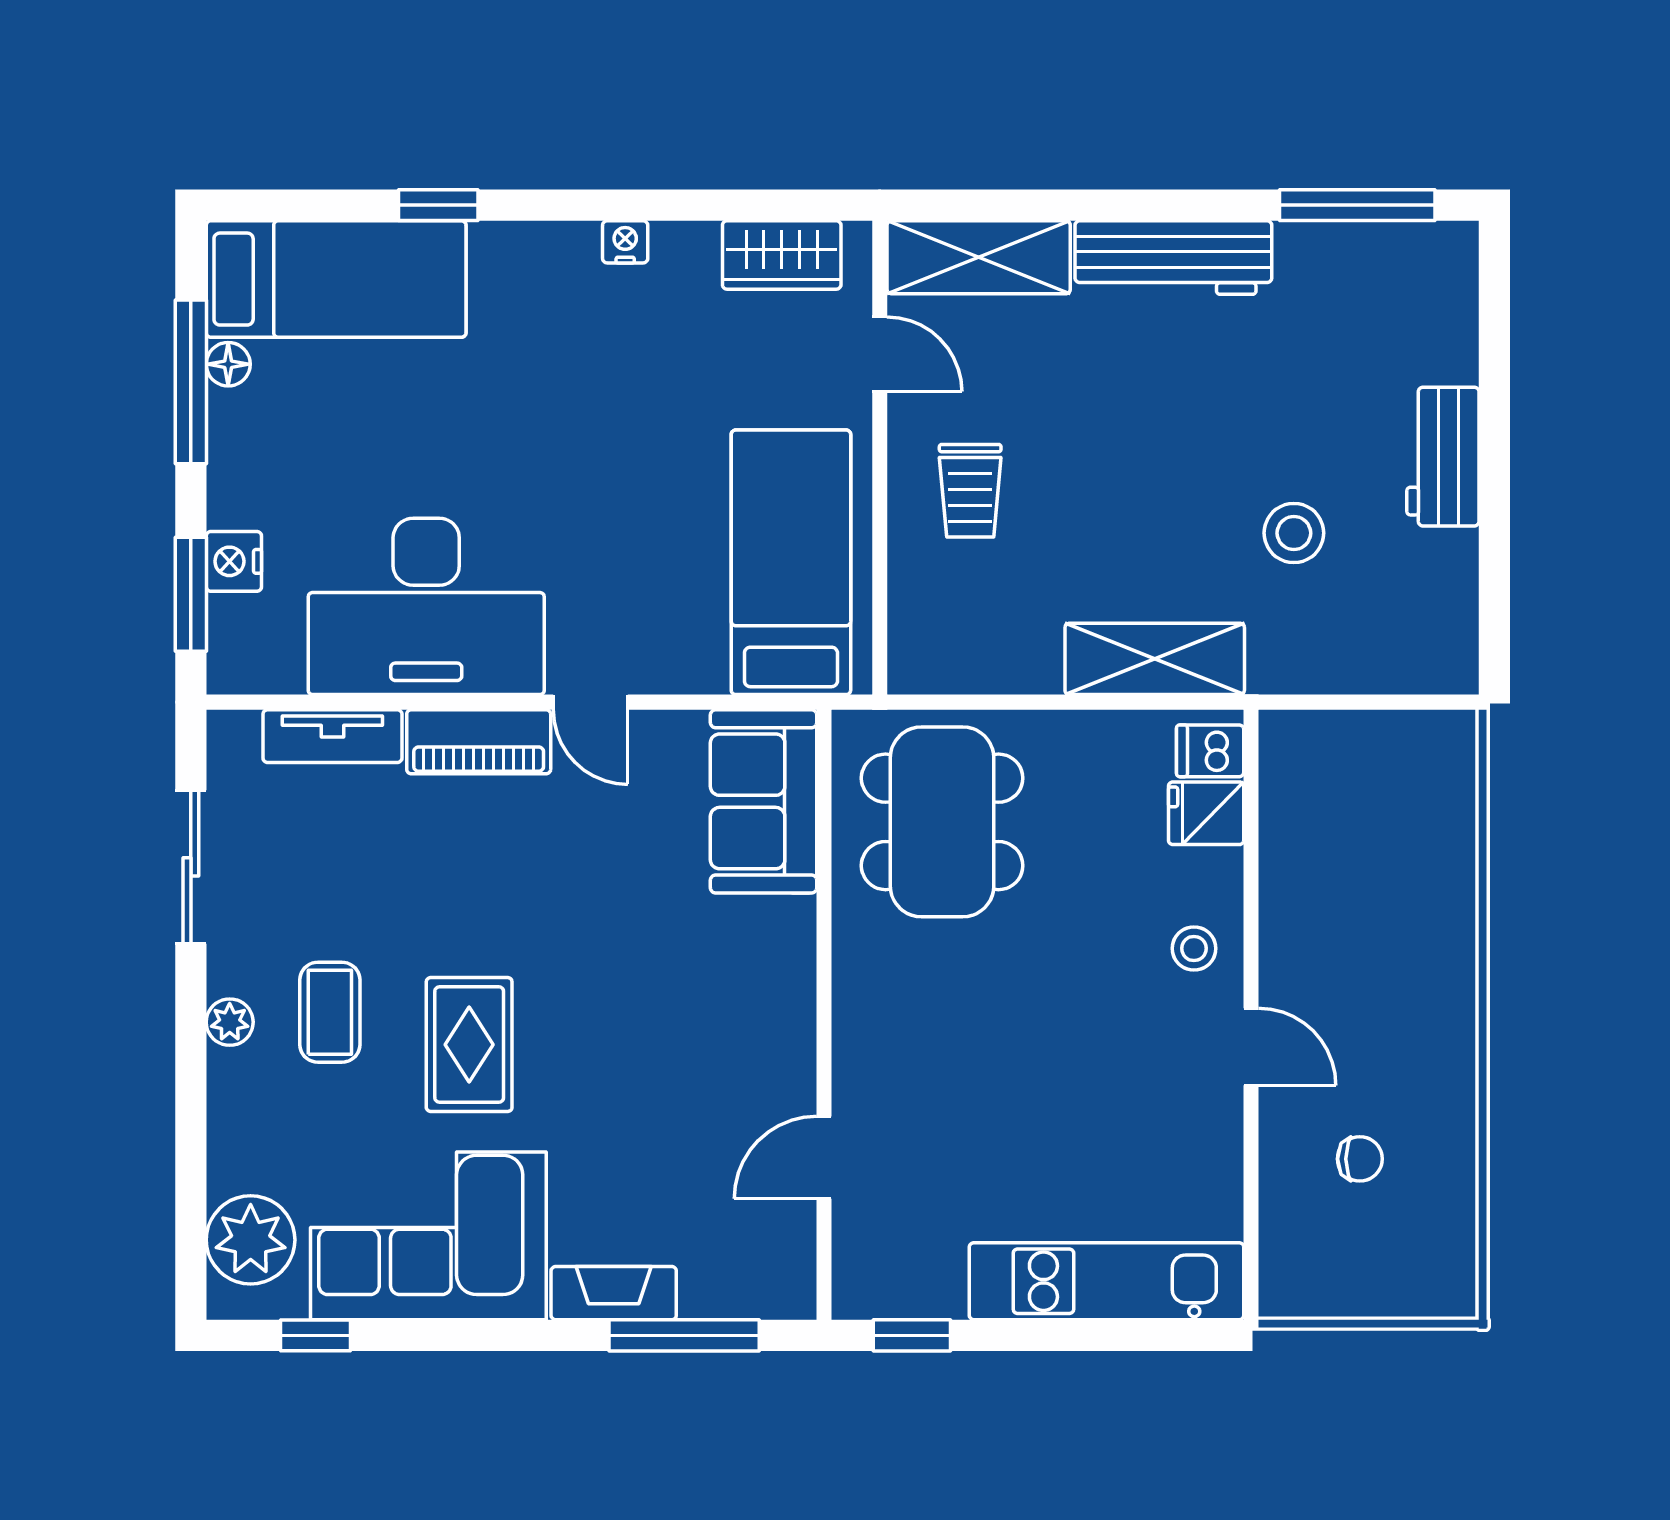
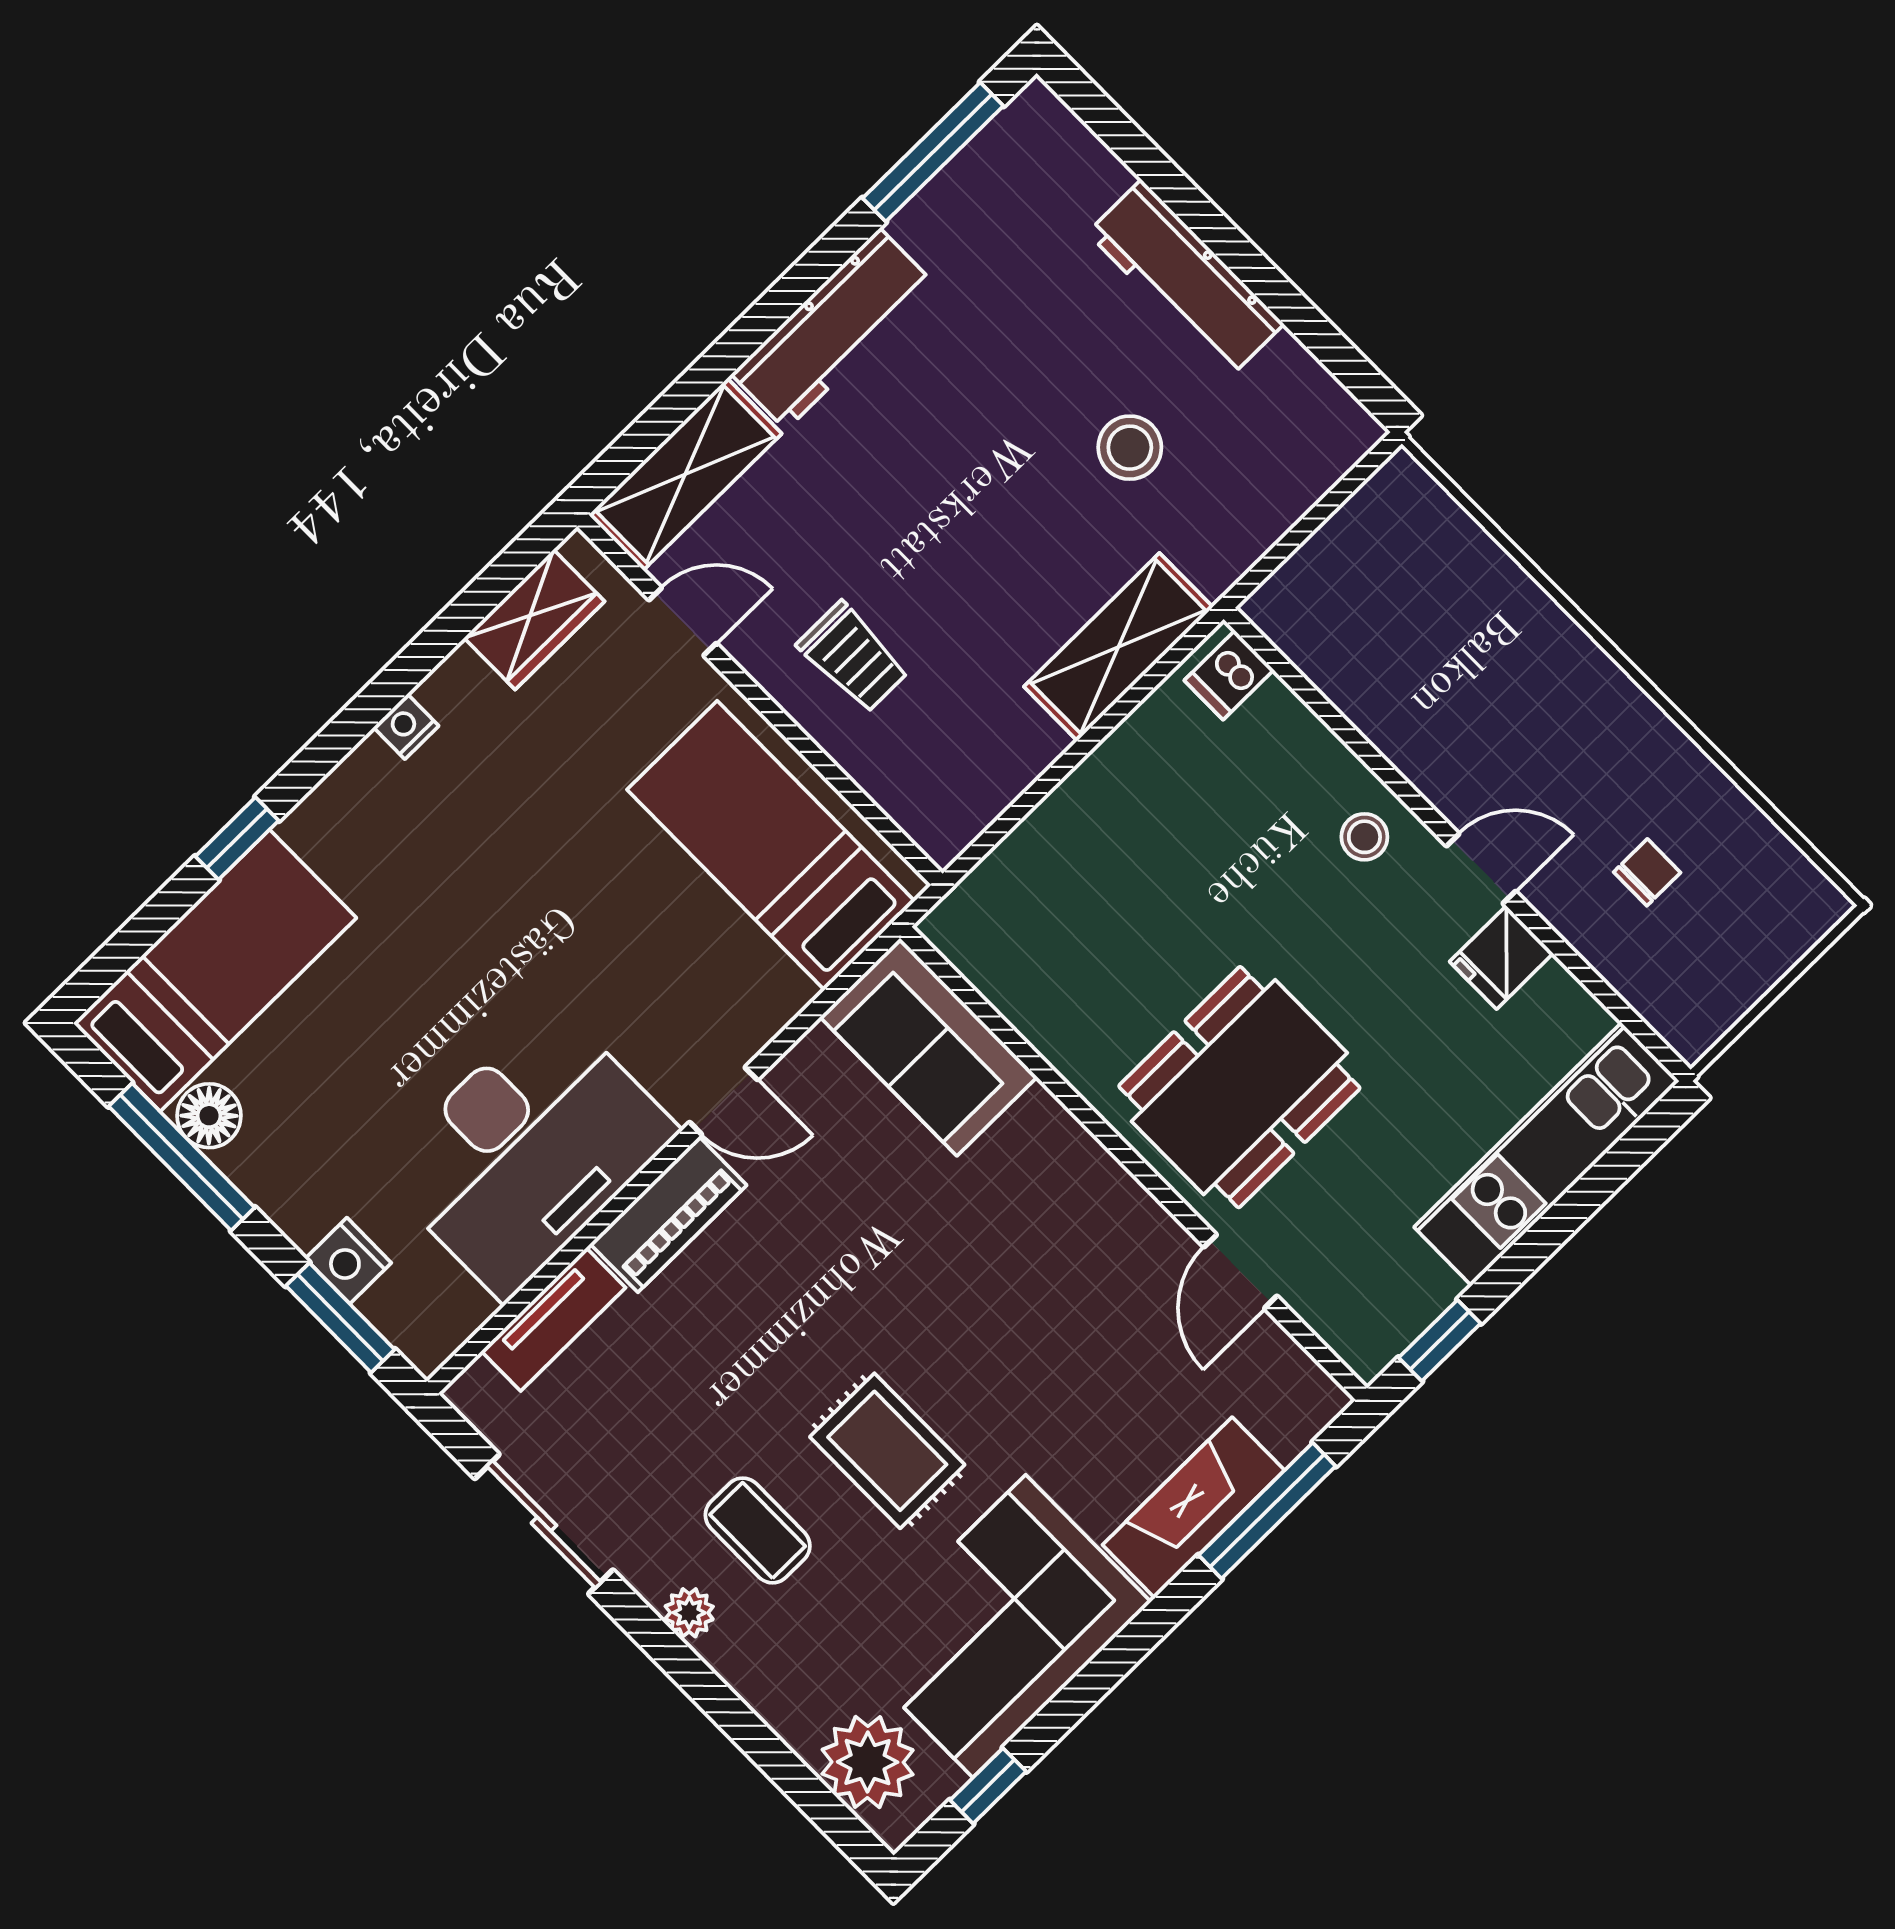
floor lamp: (228, 364) -> (209, 1116), width x1.37, depth x1.37
workbench: (1443, 457) -> (1186, 278), width x1.38
fridge: (1206, 813) -> (1501, 957), moved
dining table: (942, 822) -> (1239, 1087), moved, turned 90
fireplace: (614, 1293) -> (1194, 1508), width x1.37, depth x1.32

